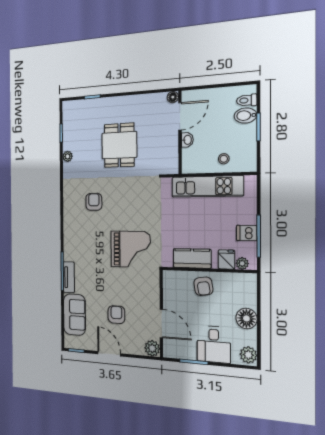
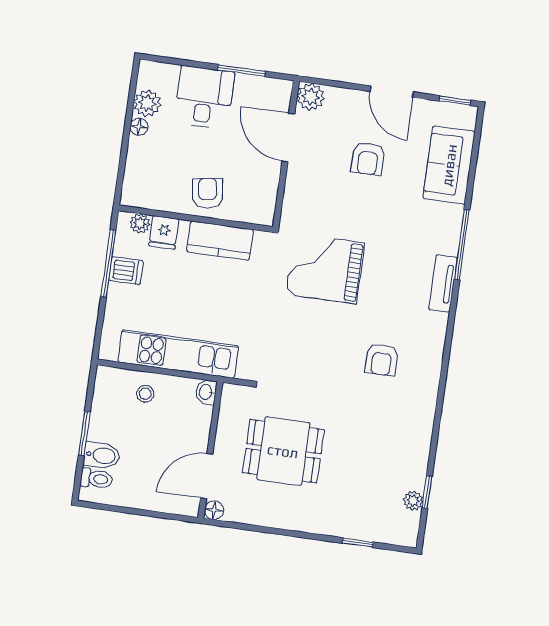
washbasin: (187, 140) -> (206, 392), moved
dining table: (119, 145) -> (283, 451), moved, turned 90
plant: (68, 156) -> (413, 501), moved
tv unit: (69, 277) -> (443, 283), moved
floor lamp: (246, 318) -> (139, 127), width x0.53, depth x0.53
plant: (248, 355) -> (147, 103), moved

